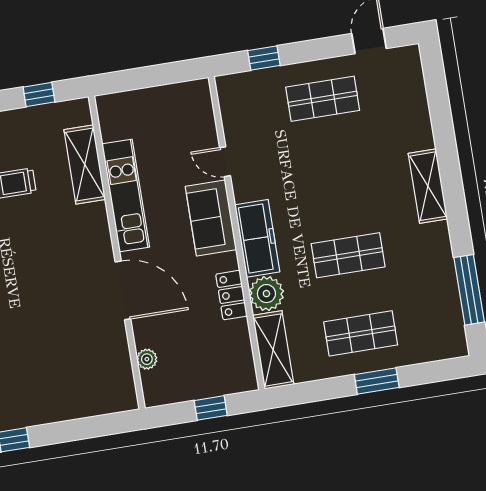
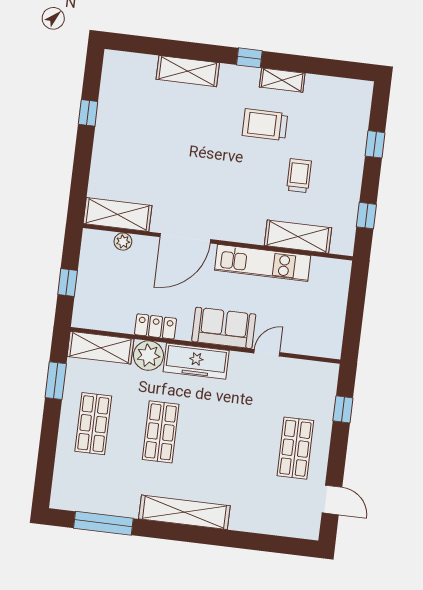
shelving: (428, 186) -> (184, 512), width x1.47
shelving: (118, 374) -> (118, 215), added
window: (377, 381) -> (56, 381), moved

